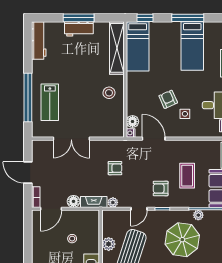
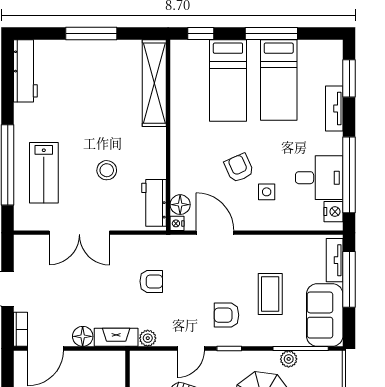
workbench: (79, 29) -> (154, 203), moved, turned 90
bed: (138, 46) -> (228, 80), moved
stool: (109, 93) -> (107, 170), moved

